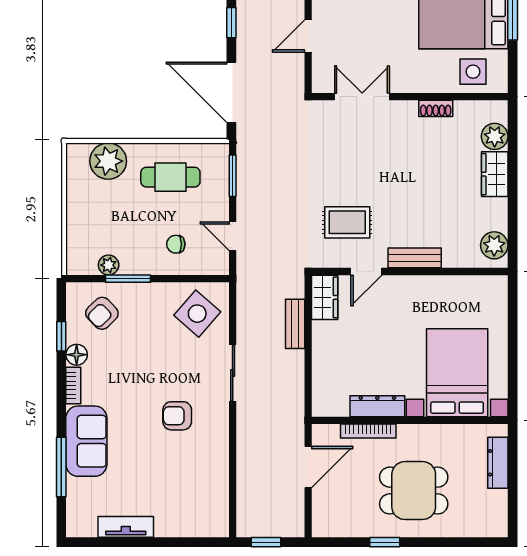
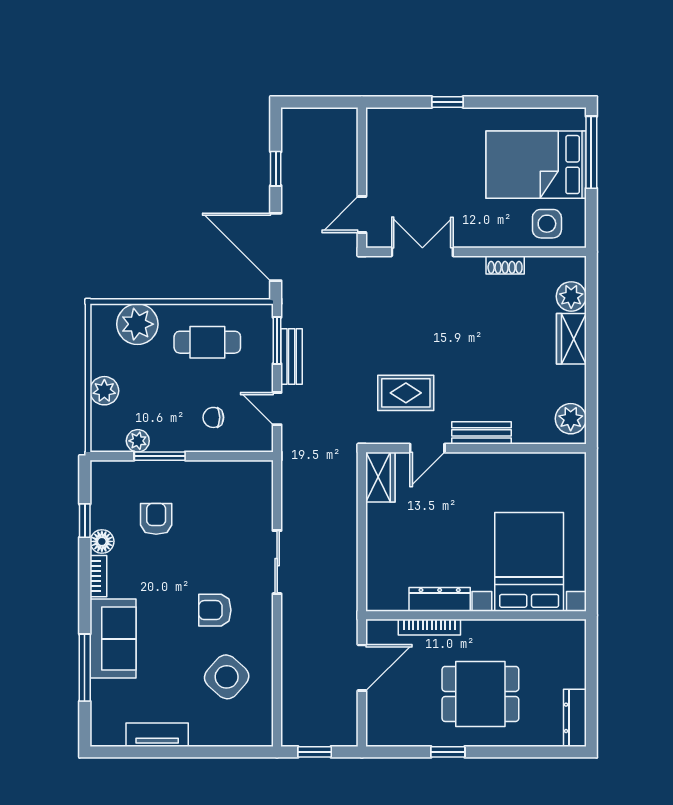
door: (308, 36) -> (362, 215), moved
plant: (79, 220) -> (104, 391), added
armchair: (102, 313) -> (156, 519), moved, turned 134
side table: (197, 314) -> (227, 677), moved
bench: (295, 324) -> (292, 356), moved
dresser: (498, 463) -> (575, 718), moved

